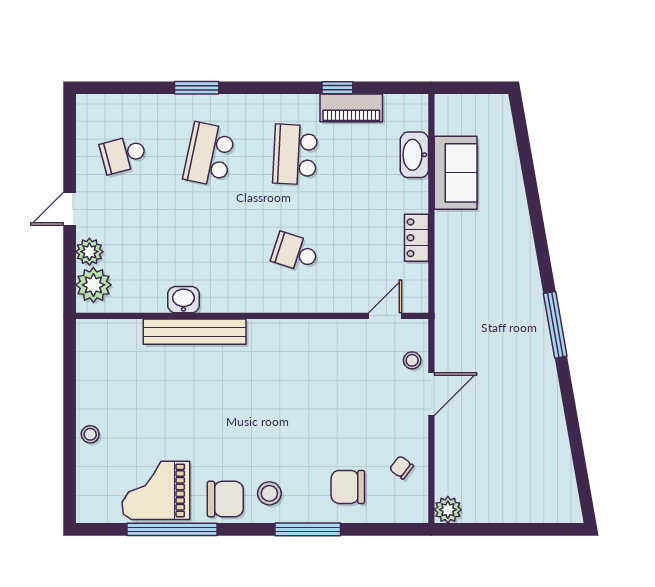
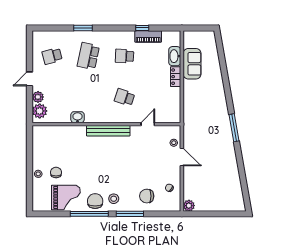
school desk: (295, 154) -> (125, 56), width x0.54
locker: (417, 238) -> (176, 77), moved
door: (385, 316) -> (148, 124), moved
bench: (195, 332) -> (108, 131), moved
door: (431, 394) -> (182, 157), hinge flipped
chair: (132, 431) -> (56, 172), added
grand piano: (156, 490) -> (66, 197), turned 180
chair: (225, 499) -> (95, 201), turned -90
window: (172, 529) -> (89, 214), moved

